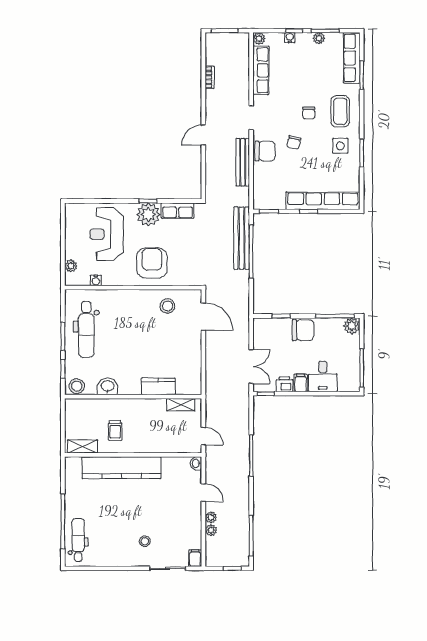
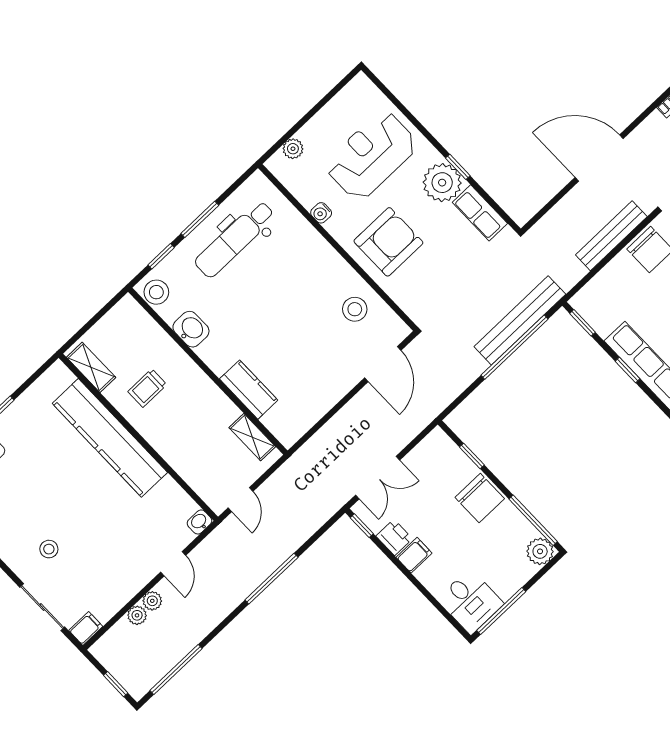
door: (203, 135) -> (599, 158), width x1.87
water cooler: (96, 280) -> (321, 213), moved
desk: (323, 376) -> (470, 601), moved, turned -90

